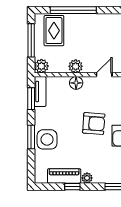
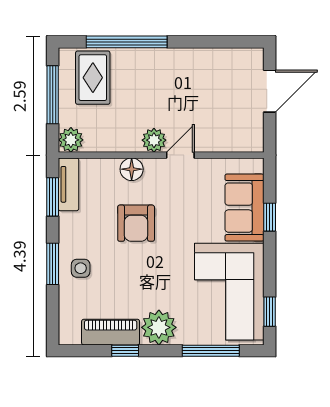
plant: (76, 66) -> (154, 140), moved
armchair: (94, 123) -> (136, 223), moved, turned 86
side table: (47, 139) -> (81, 268), width x0.54, depth x0.54
plant: (87, 178) -> (159, 327), width x1.87, depth x1.87

